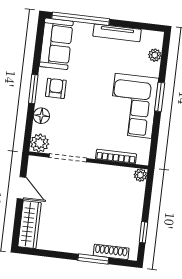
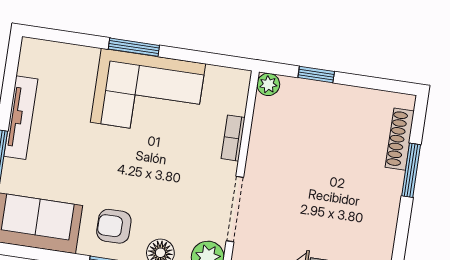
plant: (155, 55) -> (61, 53), removed
bookcase: (116, 157) -> (233, 138), width x0.64
window: (143, 232) -> (316, 74), moved

